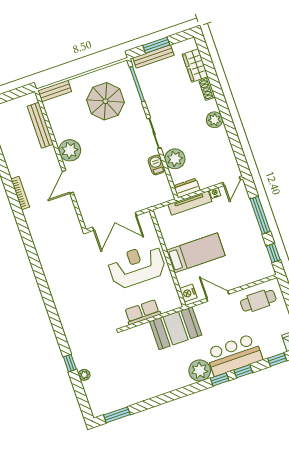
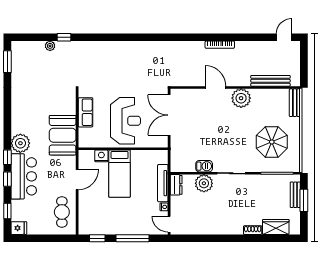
bench: (153, 56) -> (295, 195), width x0.73
plant: (214, 120) -> (225, 227), removed
nightstand: (188, 293) -> (101, 156), moved

